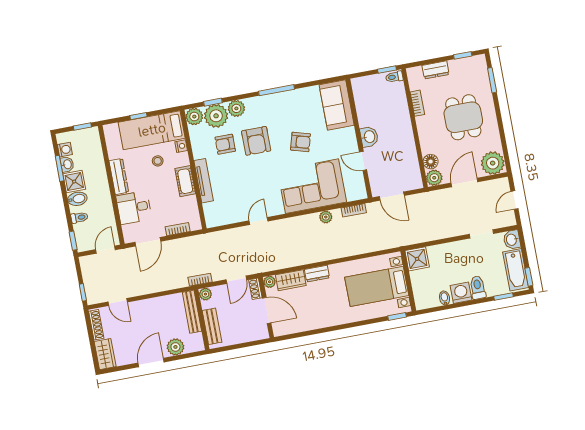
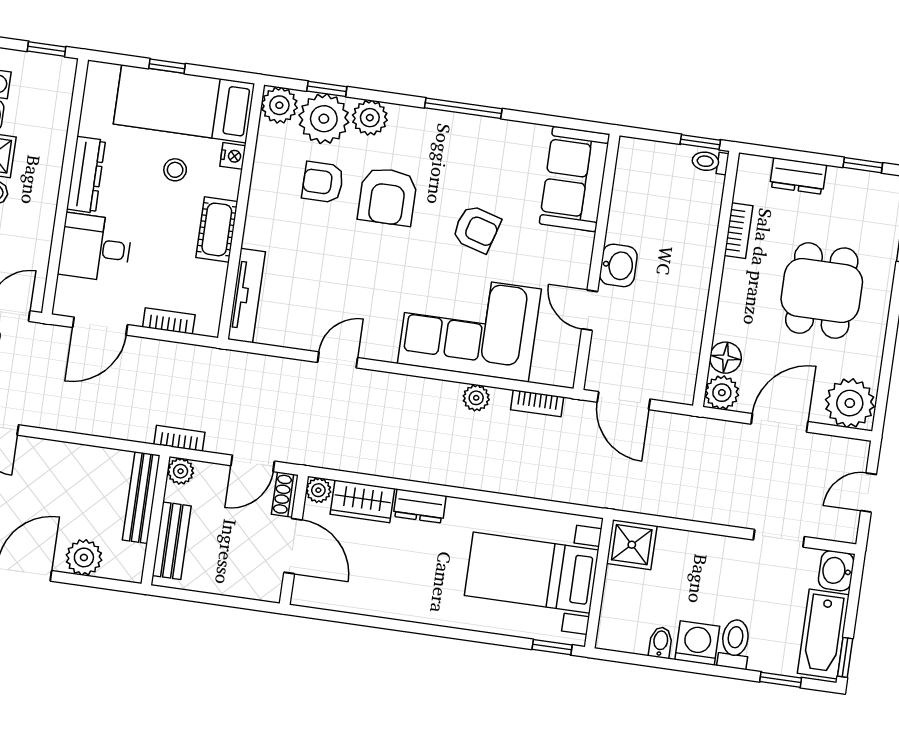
tv unit: (204, 181) -> (247, 296), moved

